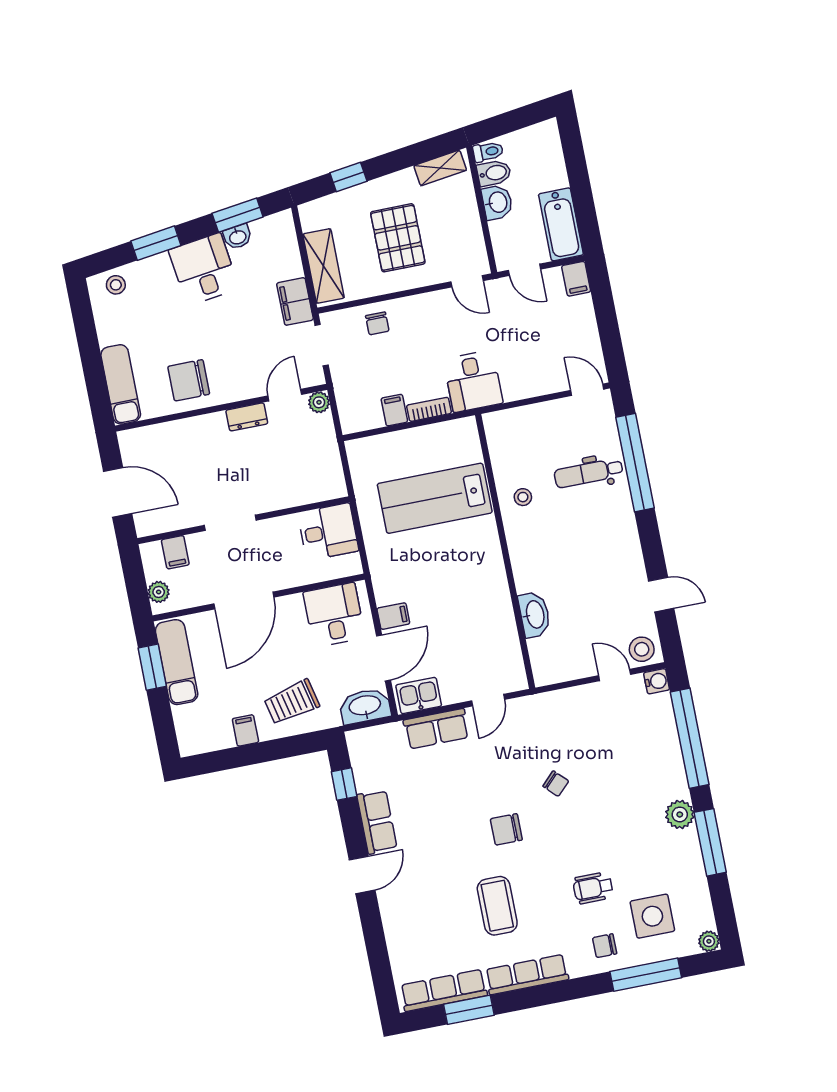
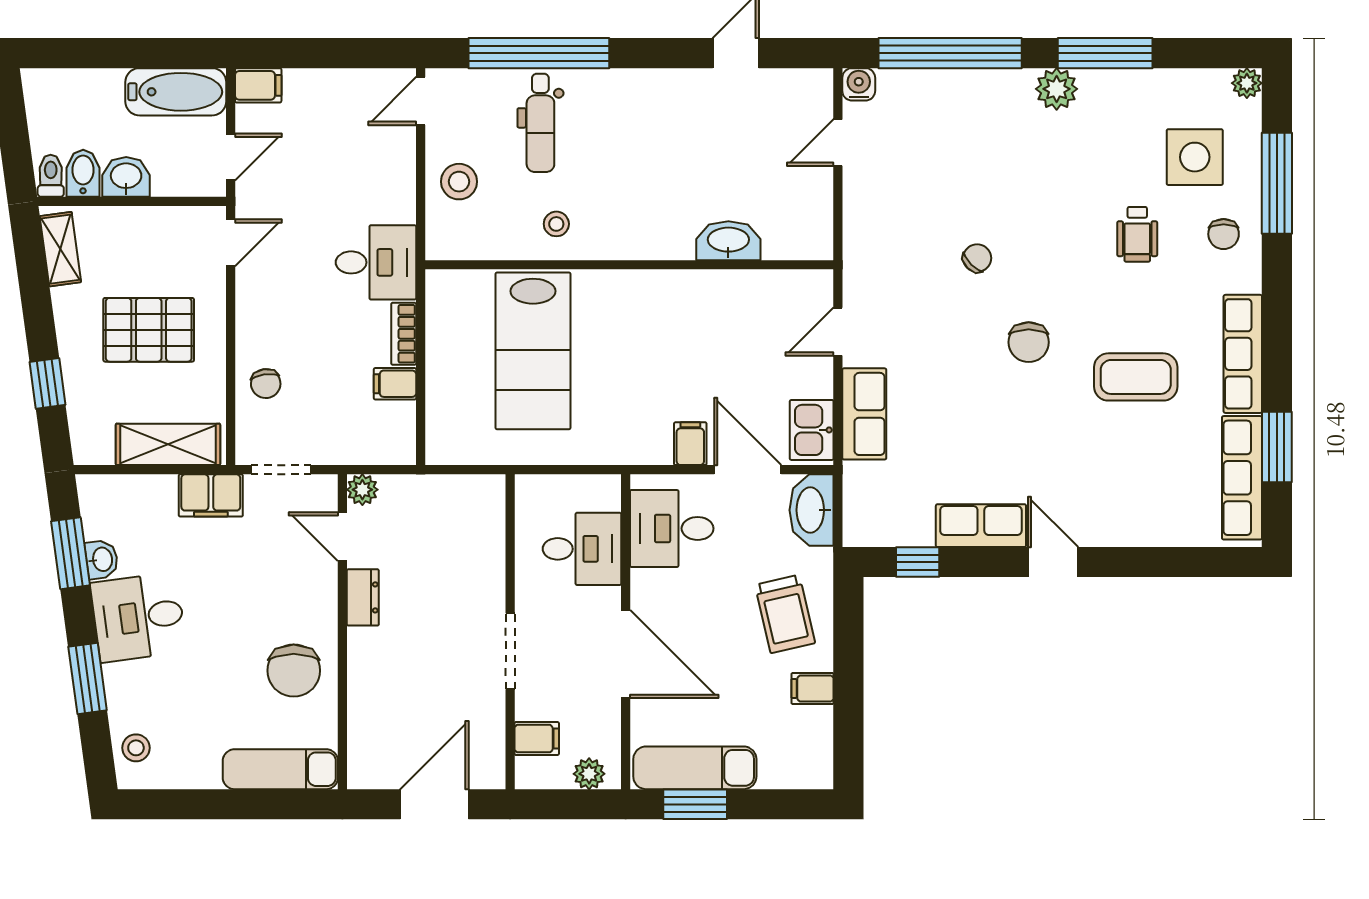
chair: (377, 323) -> (266, 384), turned 82
desk: (328, 532) -> (582, 549), moved, turned 90
stool: (642, 649) -> (459, 182), moved
door: (488, 700) -> (838, 332), swing flipped

